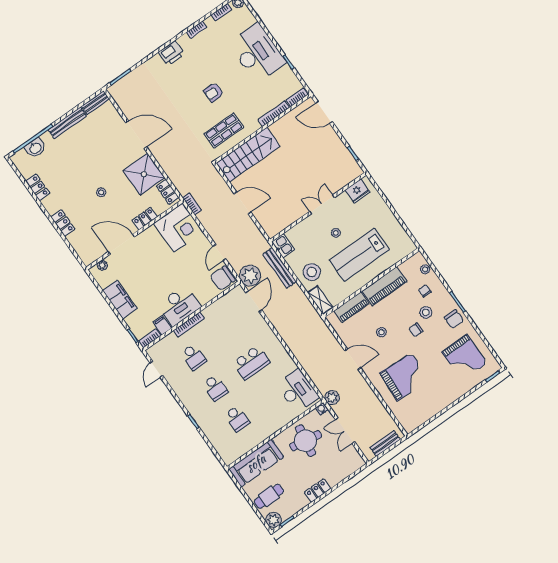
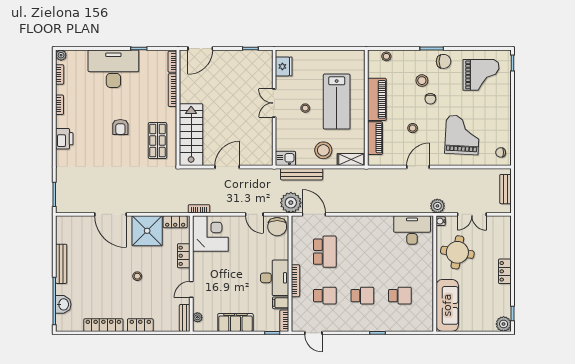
bench: (95, 103) -> (185, 318), moved
door: (136, 135) -> (110, 214), swing flipped
locker: (38, 187) -> (103, 325), width x1.53
door: (121, 244) -> (191, 289), width x0.53
chair: (425, 291) -> (501, 152), moved
school desk: (251, 362) -> (325, 252), moved
cafe table: (269, 496) -> (482, 314), removed

